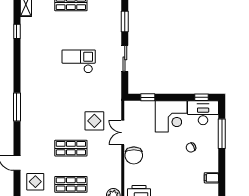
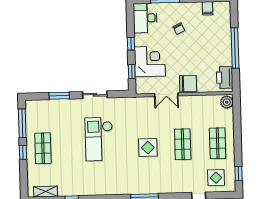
checkout: (79, 61) -> (99, 139), width x1.36, depth x1.21
window: (201, 97) -> (131, 44), moved
corner desk: (171, 116) -> (150, 61), moved
display table: (94, 121) -> (148, 148), moved

